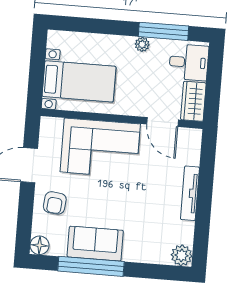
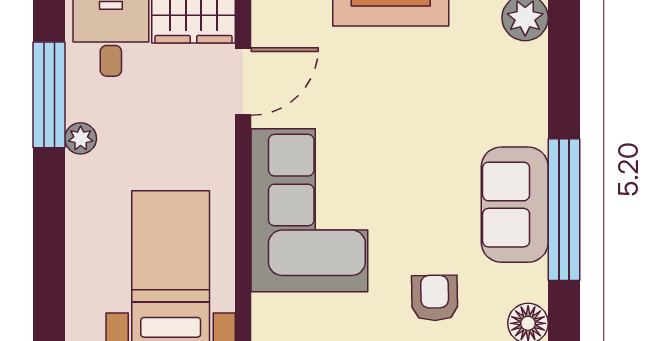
armchair: (55, 203) -> (435, 298), turned -97

